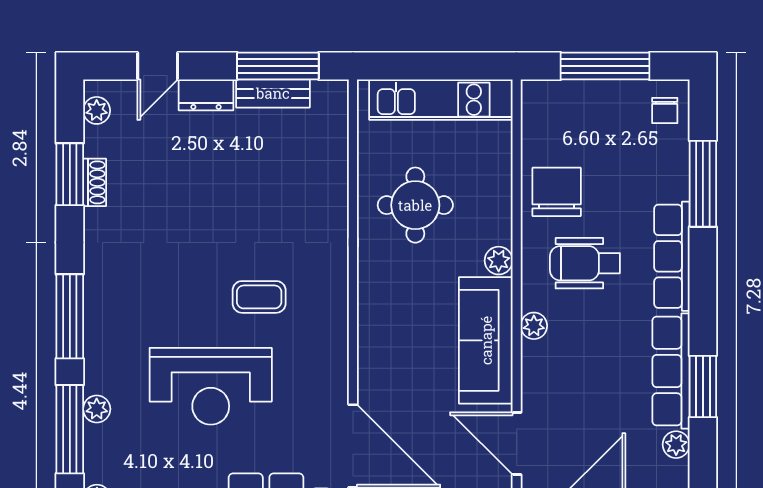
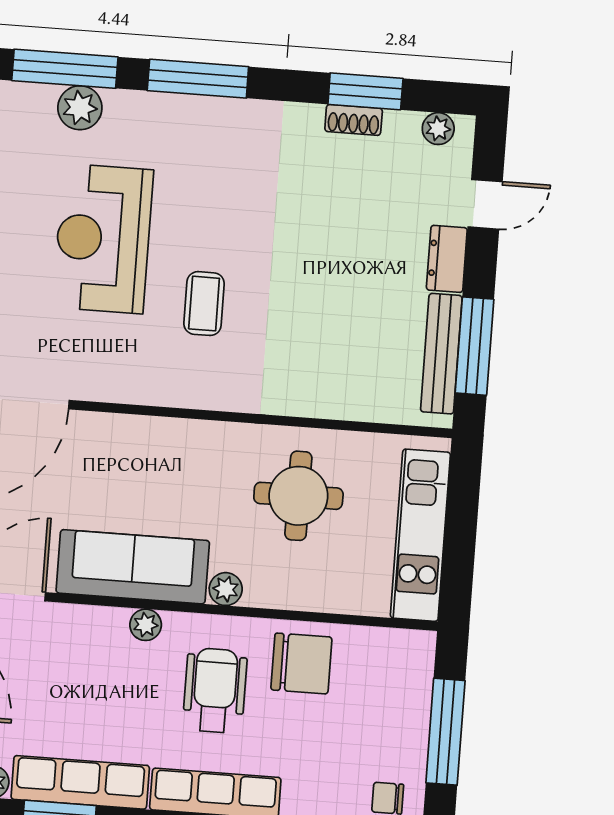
door: (158, 66) -> (485, 204), swing flipped
bench: (273, 93) -> (441, 354), width x1.36
plant: (97, 409) -> (80, 108), width x1.38, depth x1.38

